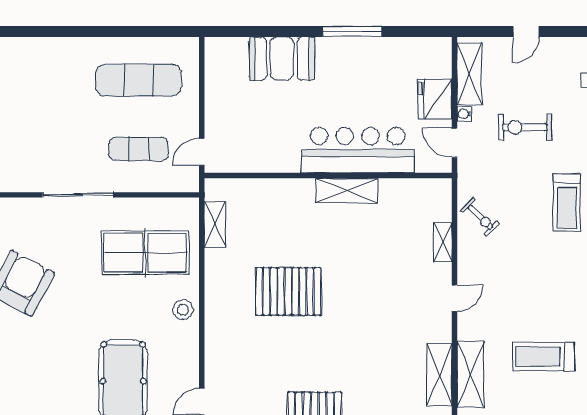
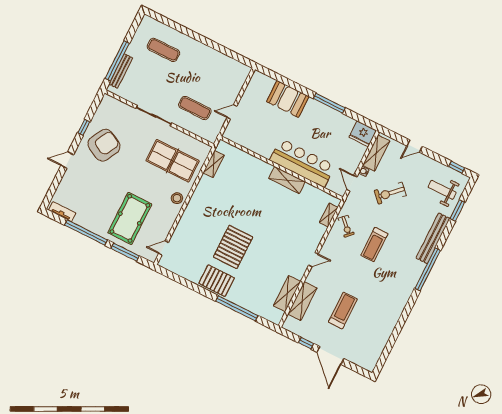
exercise mat: (138, 80) -> (163, 50), moved, width x0.73, depth x0.69
fridge: (435, 99) -> (363, 134), moved, turned -90
exercise bike: (525, 127) -> (390, 193), turned -44
door: (202, 152) -> (232, 112), moved
treadmill: (567, 202) -> (374, 245), moved
shelving: (443, 242) -> (329, 215), moved
pallet: (288, 291) -> (233, 247), moved, turned 90
treadmill: (544, 357) -> (343, 310), turned 90

